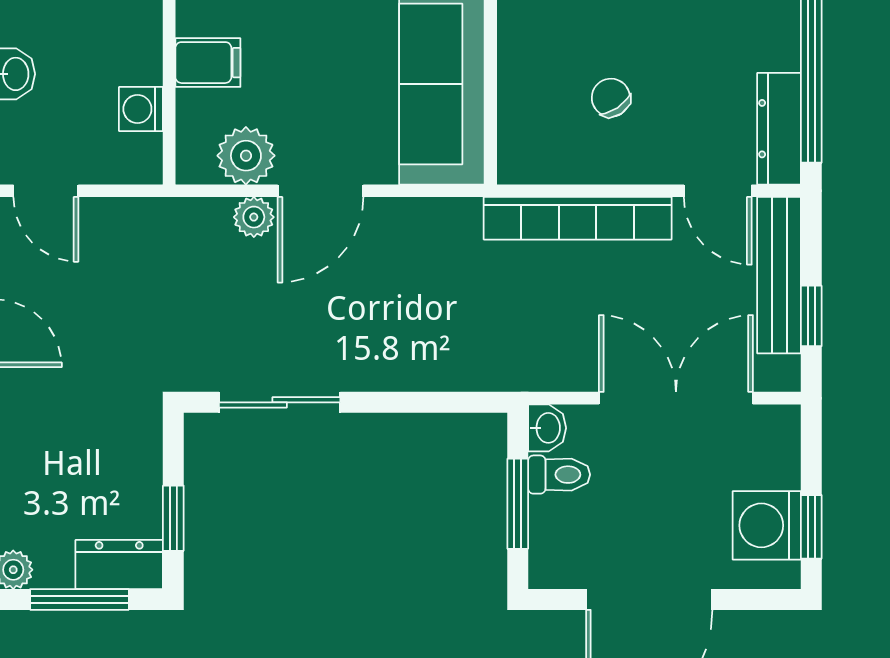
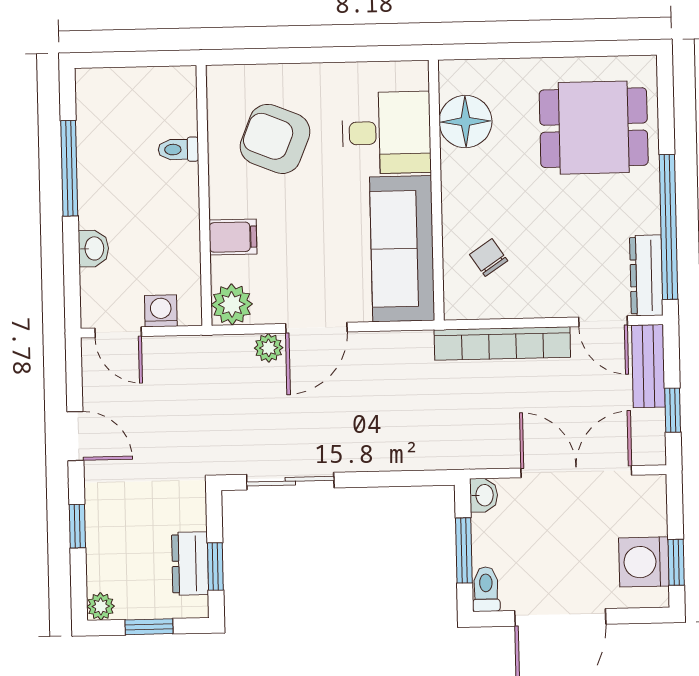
chair: (611, 98) -> (489, 258), moved
washing machine: (141, 109) -> (161, 311), moved, turned 90
plant: (246, 156) -> (232, 304), moved
bench: (779, 275) -> (648, 366), width x0.73
toilet: (559, 475) -> (486, 589), moved, turned -90
dresser: (119, 565) -> (190, 564), moved, turned -90
window: (79, 599) -> (149, 627), width x0.67

